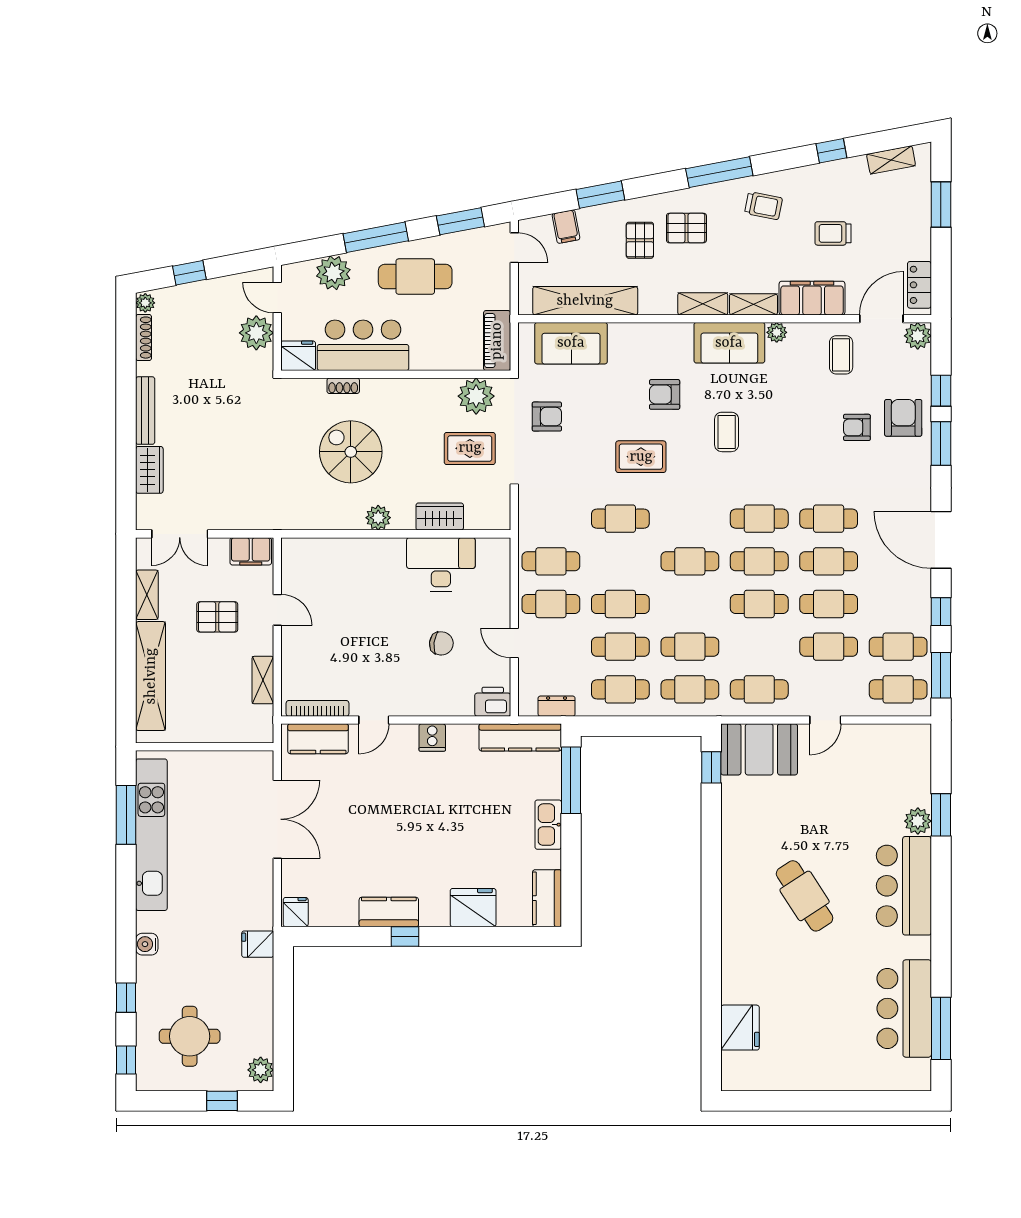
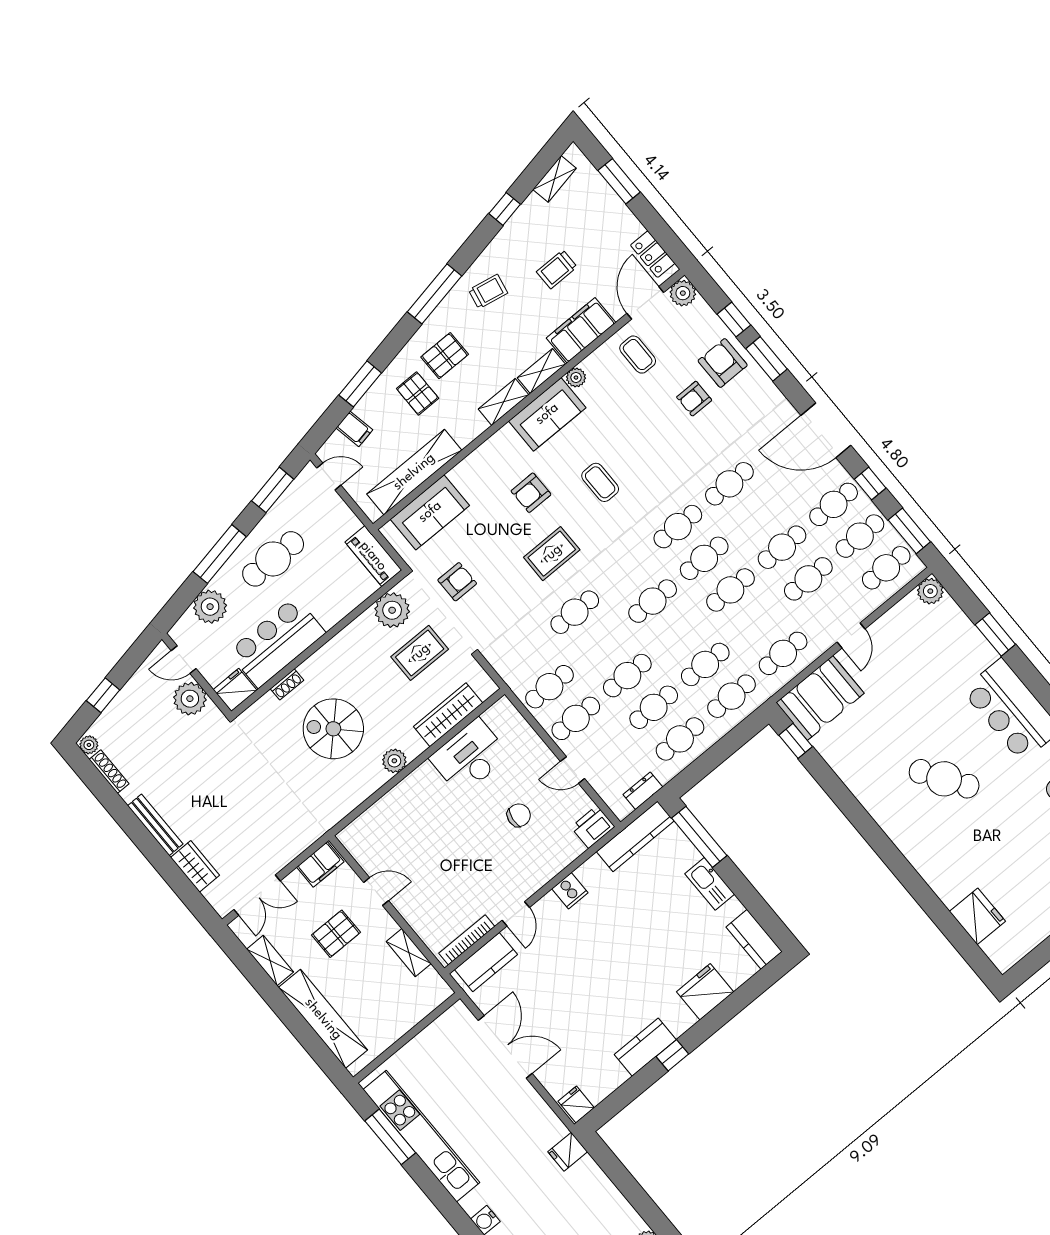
wardrobe: (440, 517) -> (448, 715), width x1.50
cafe table: (829, 561) -> (834, 504), moved
plant: (918, 821) -> (930, 591), moved

